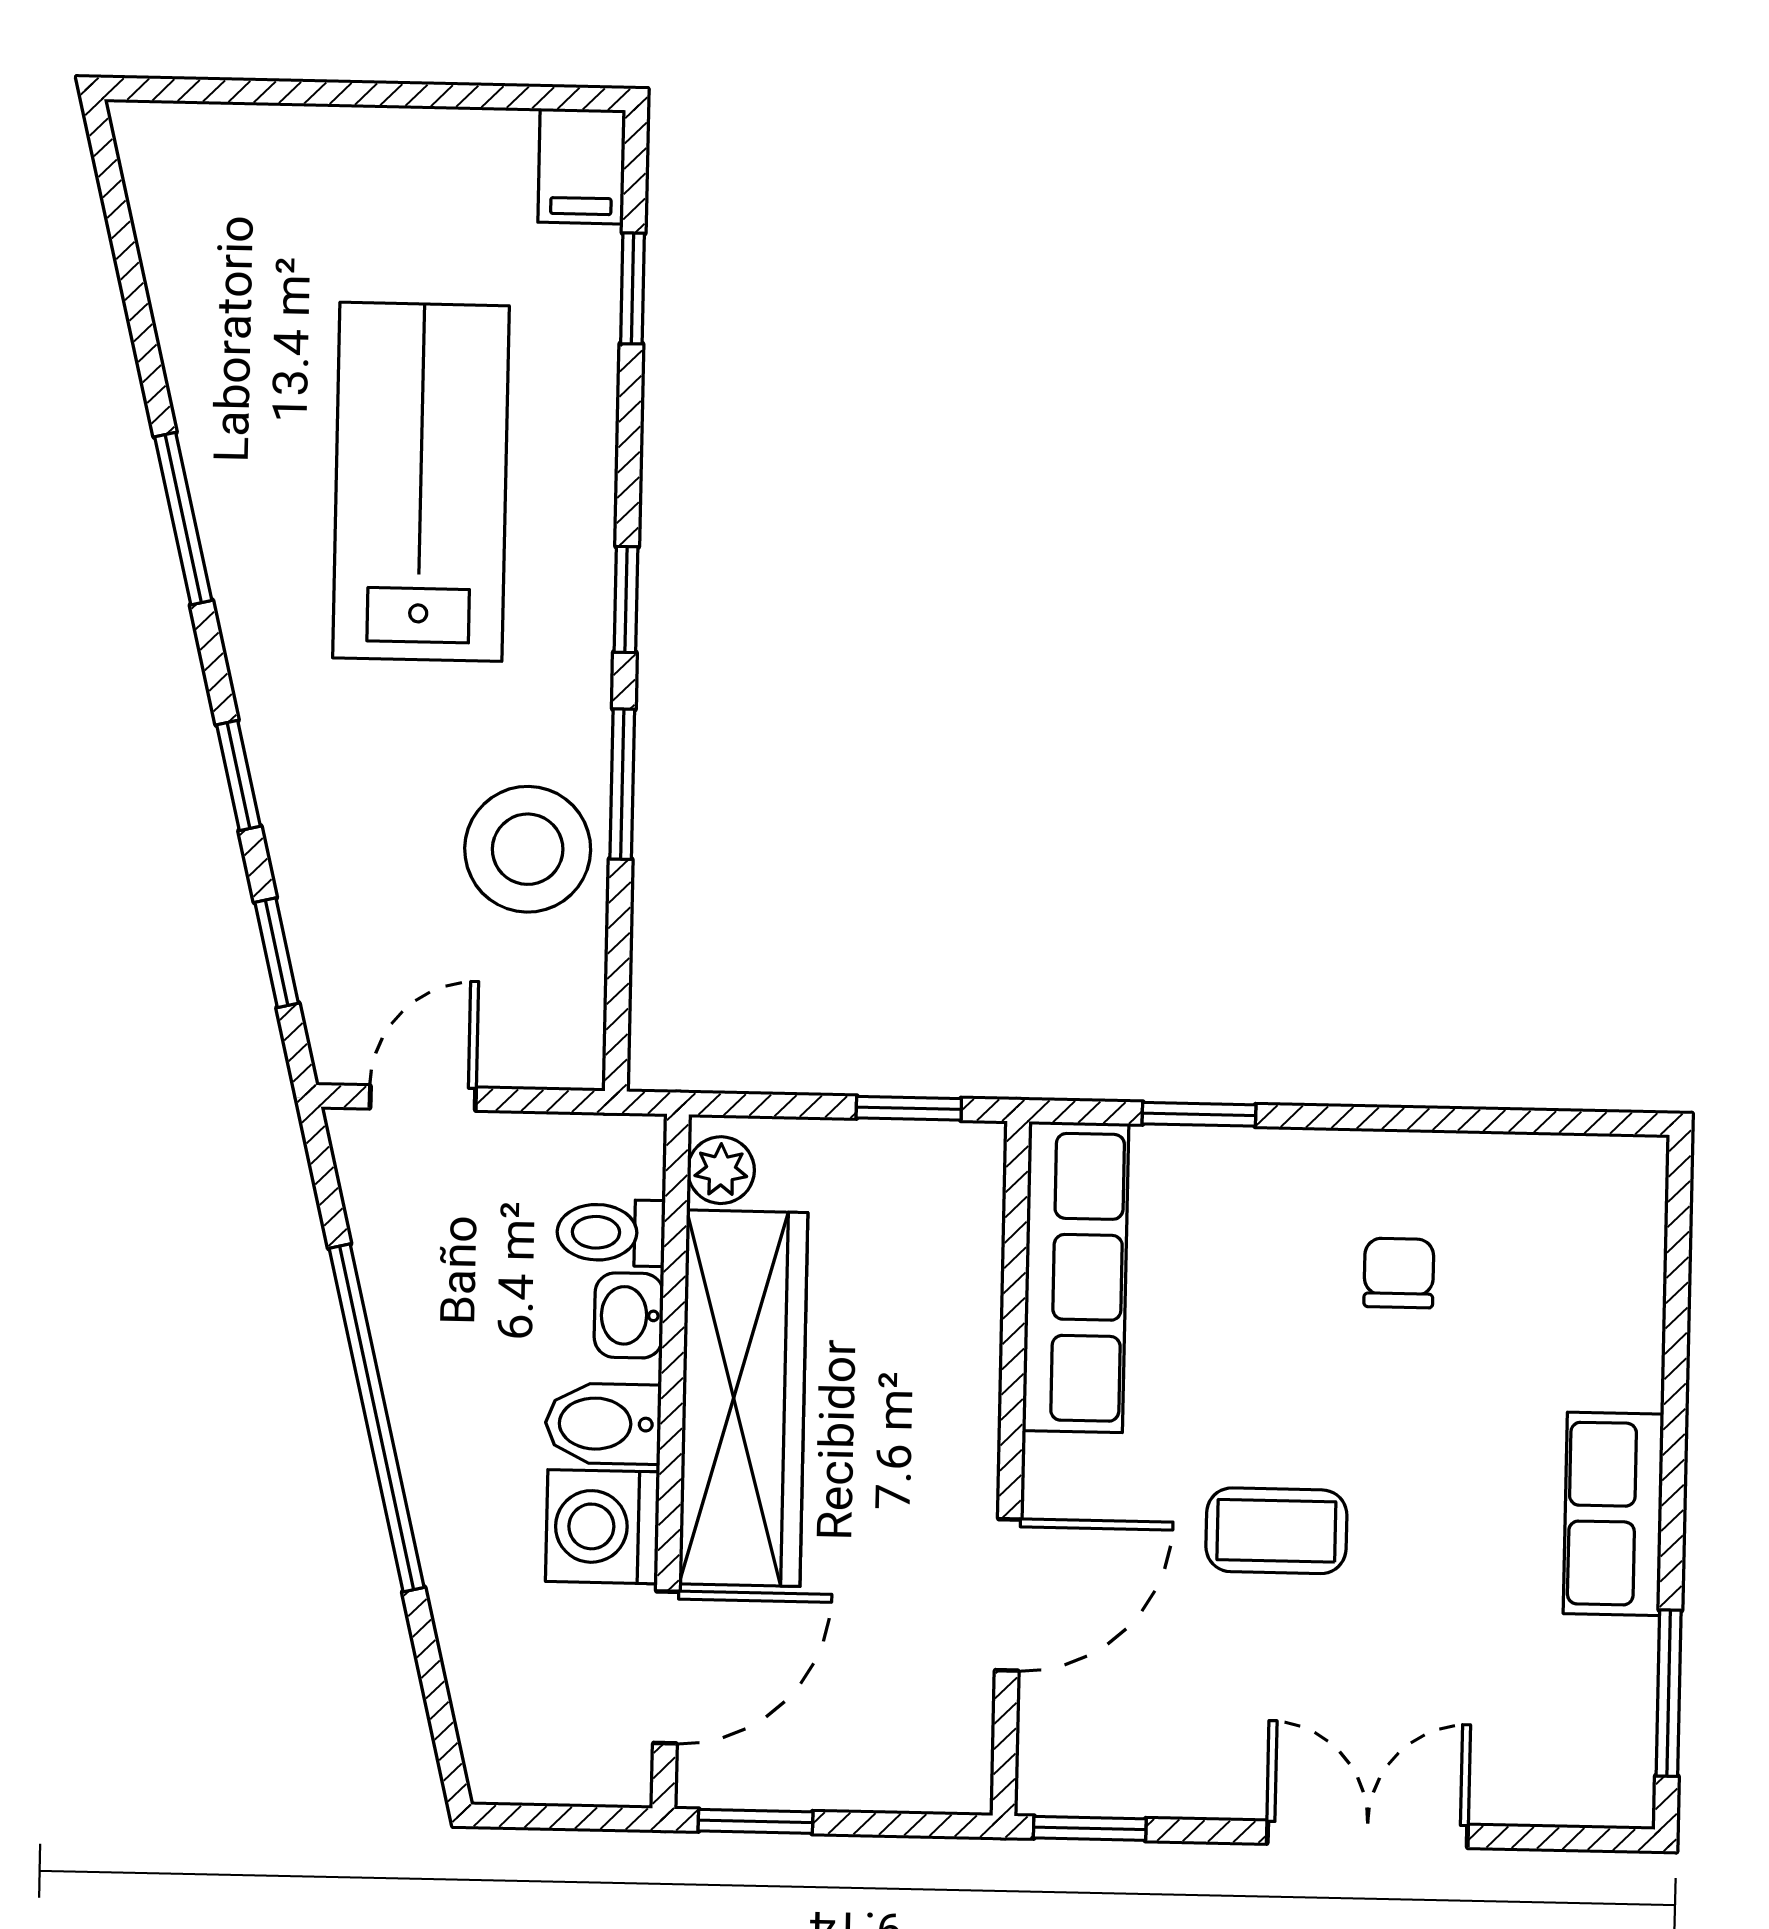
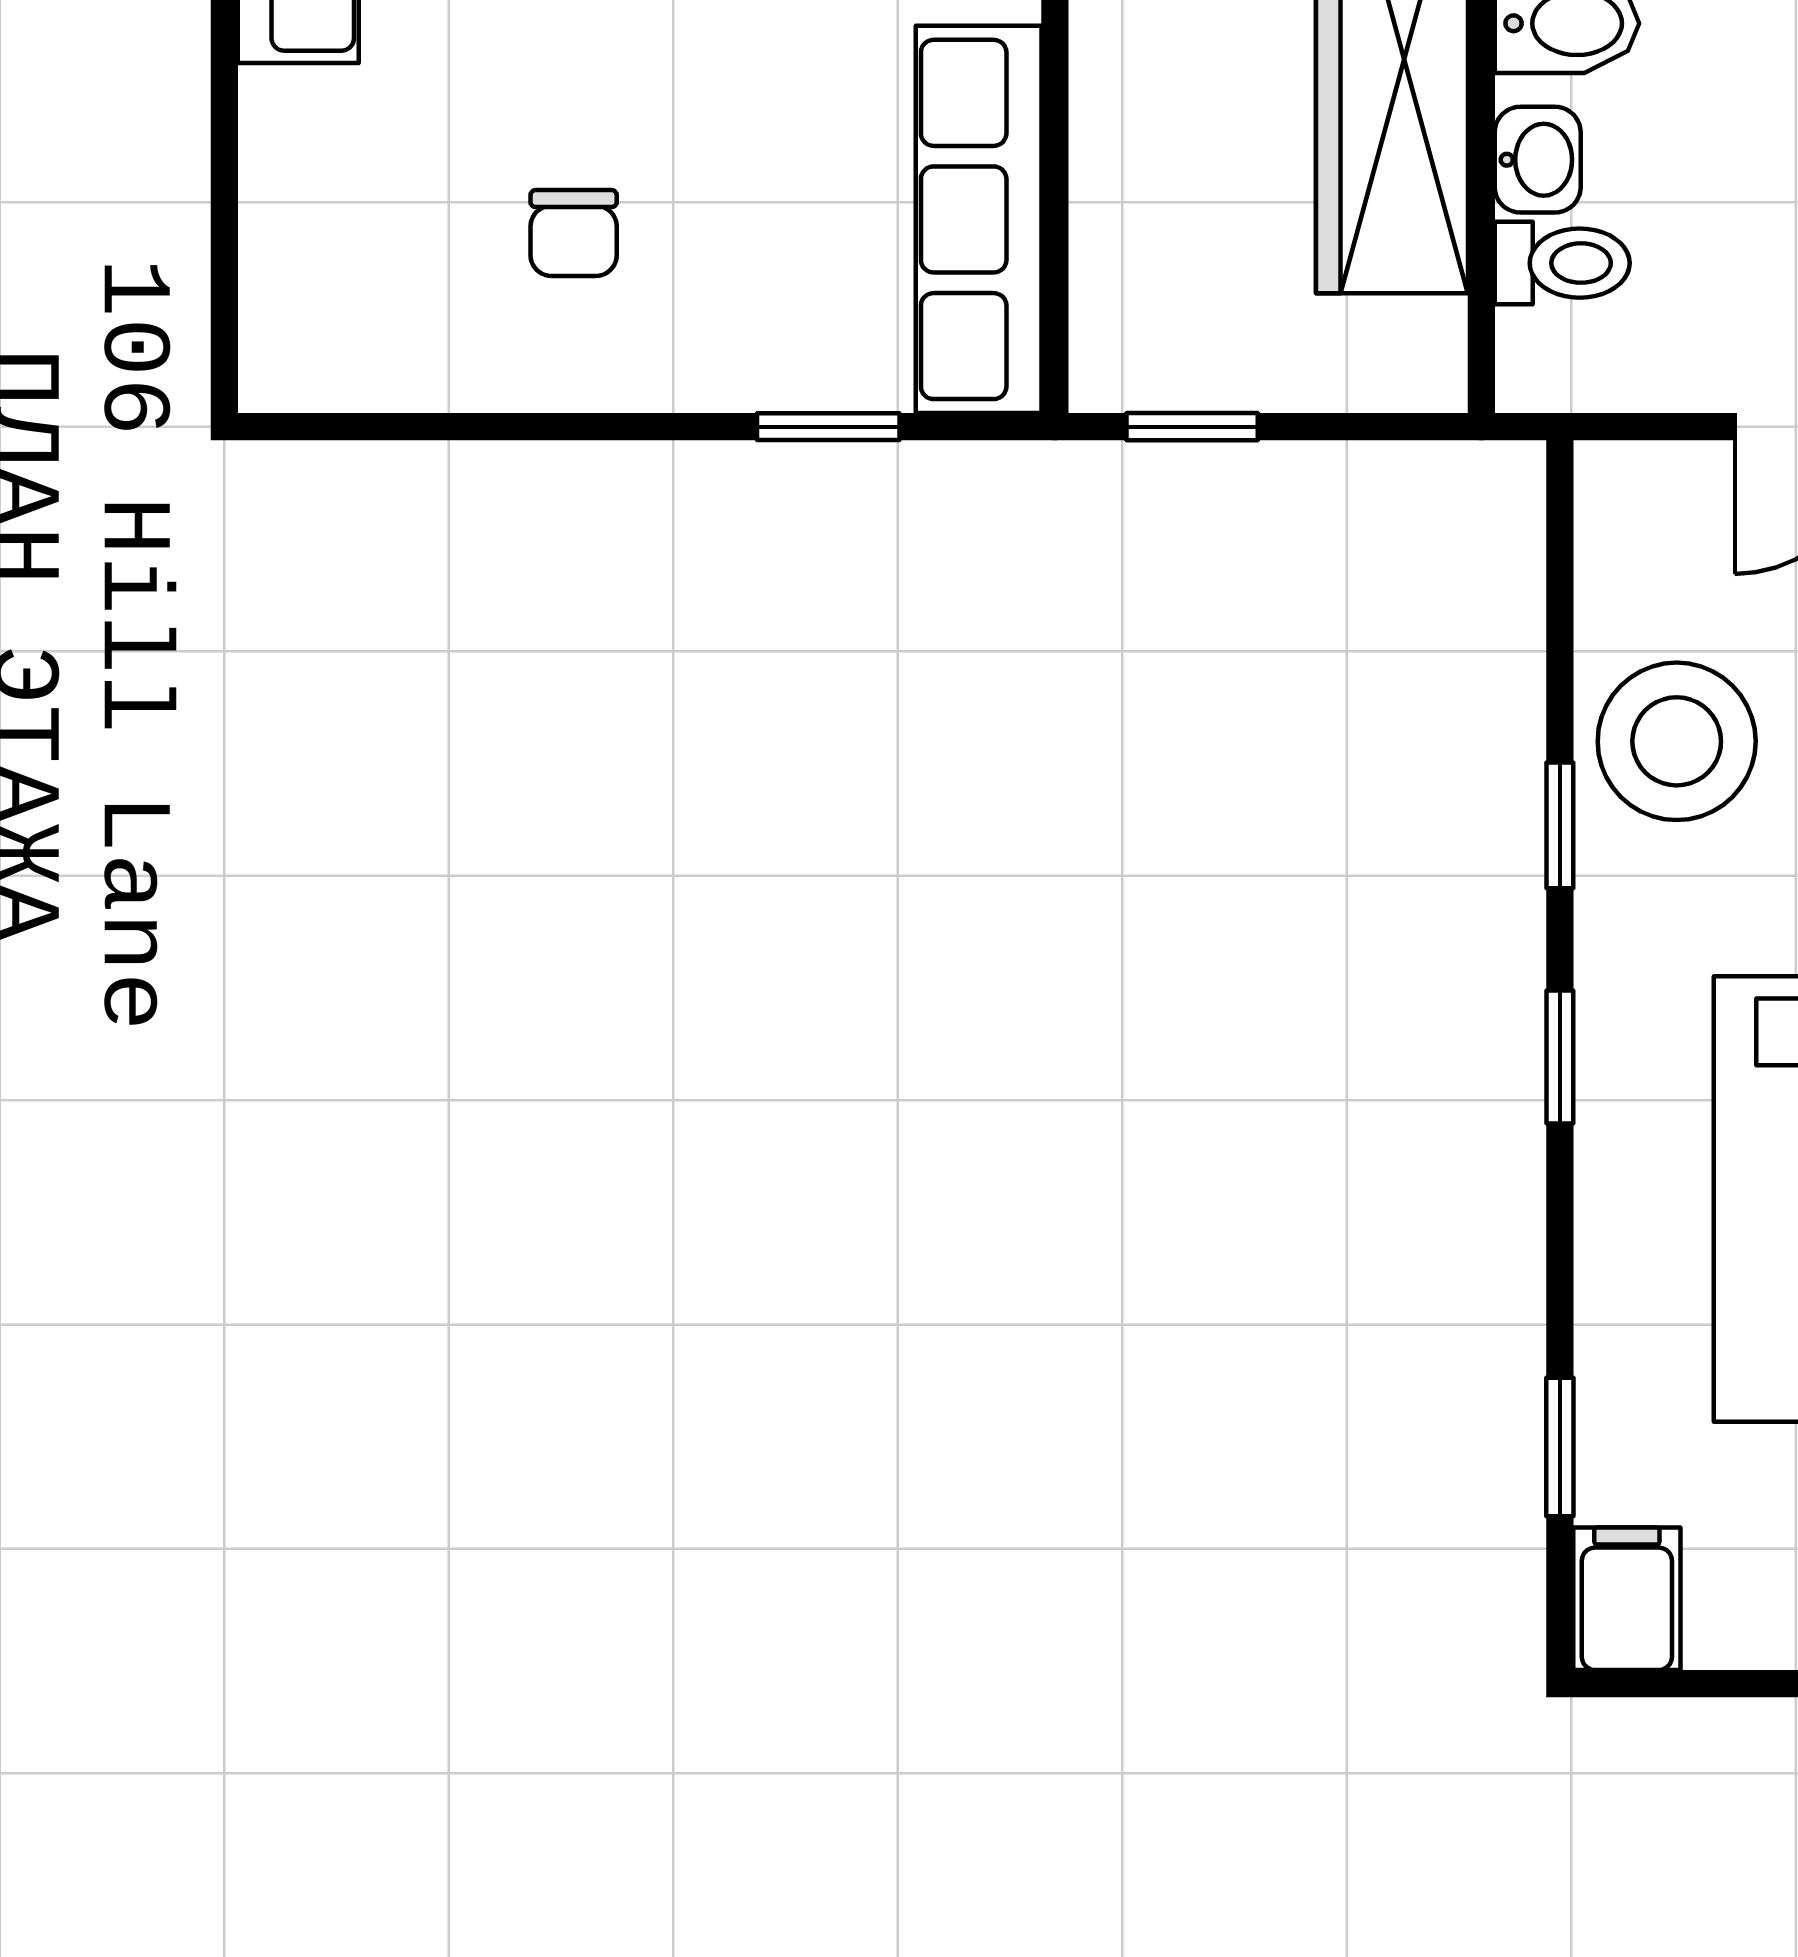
window: (622, 784) -> (1560, 825), width x0.67
plant: (721, 1170) -> (1426, 344), removed

